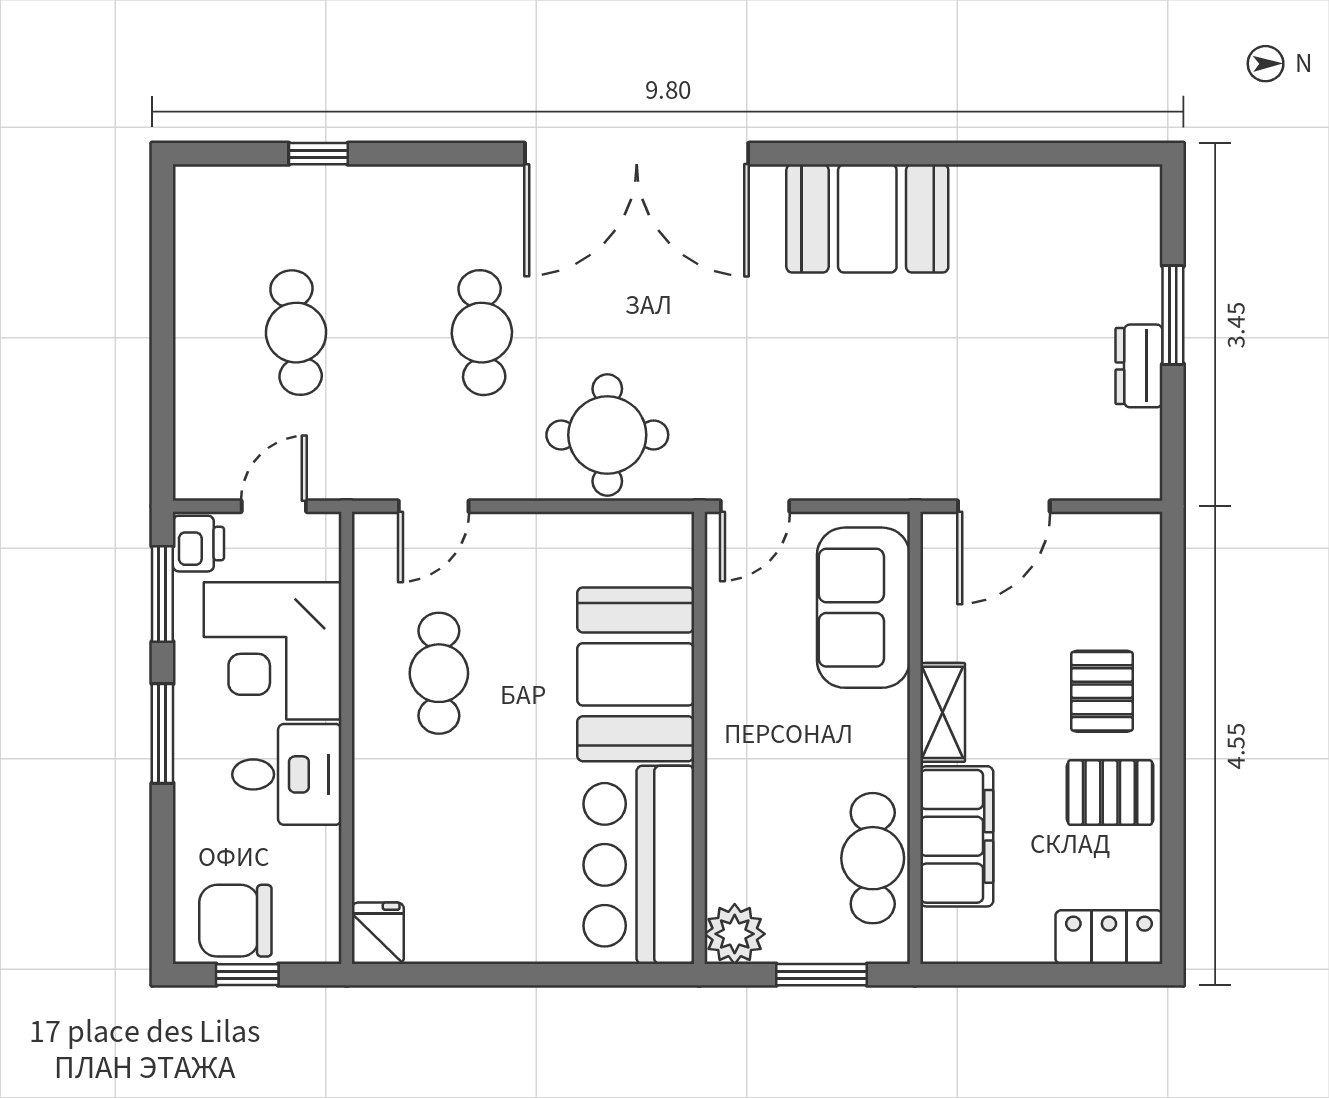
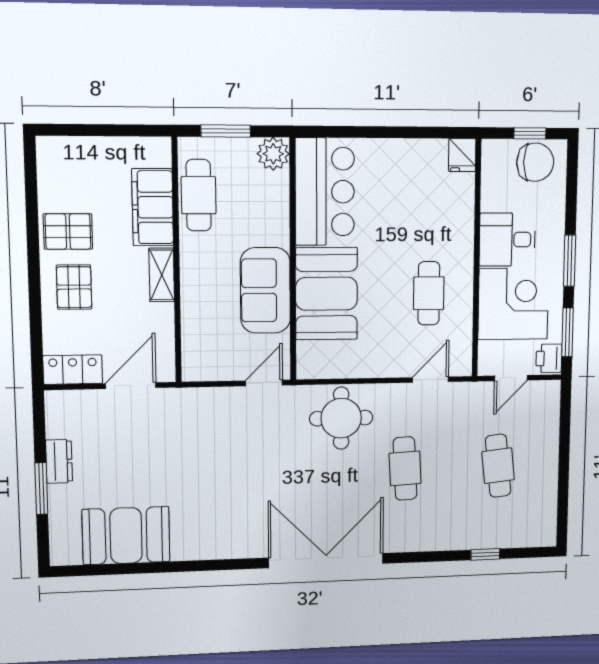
booth: (867, 218) -> (126, 536), moved
sofa: (863, 608) -> (265, 290), moved, turned 180
locker: (1109, 937) -> (73, 370), moved, turned 180

